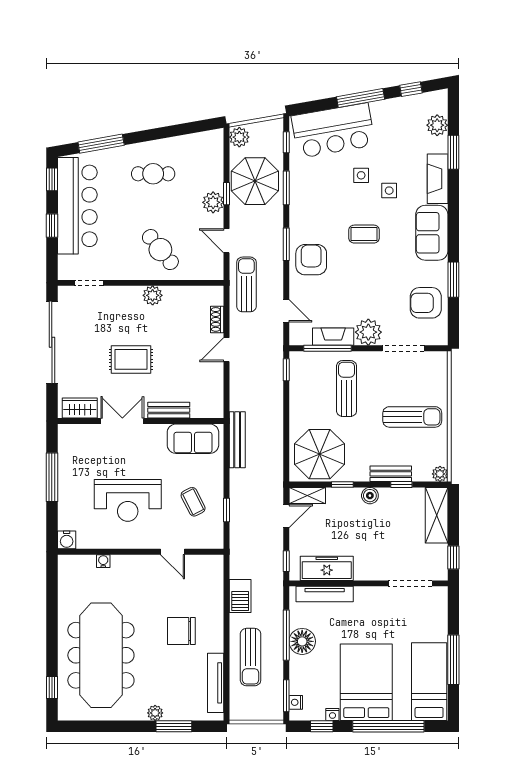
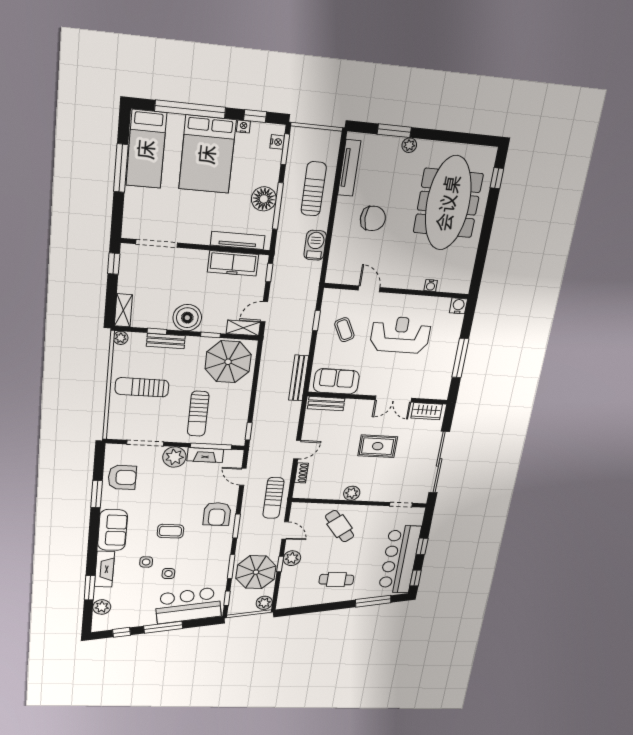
bench: (169, 410) -> (326, 404), moved
boiler: (370, 496) -> (187, 318), width x1.86, depth x1.86
shelving: (437, 515) -> (123, 310), width x0.67, depth x0.75

